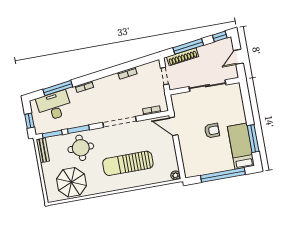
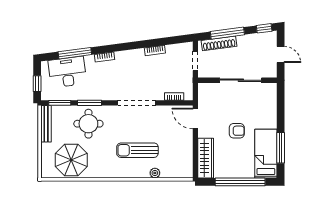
door: (238, 57) -> (281, 55), swing flipped
bench: (43, 150) -> (46, 124), width x1.36
wardrobe: (189, 159) -> (206, 158), added
sun lounger: (128, 163) -> (137, 150), width x0.73, depth x0.75
plant: (175, 175) -> (155, 173), moved

